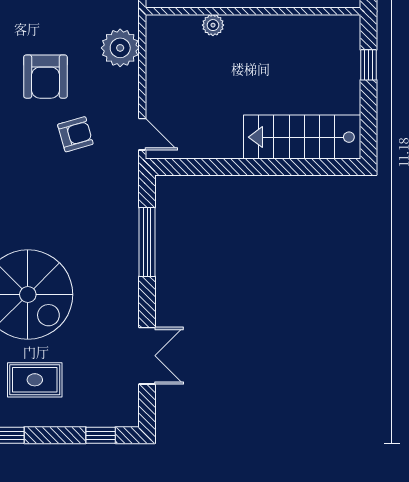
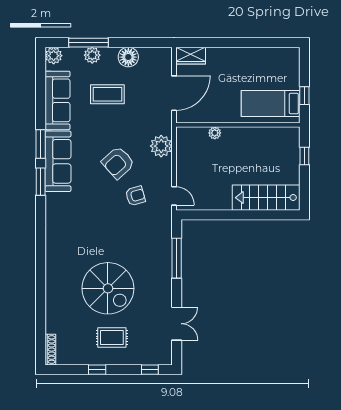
armchair: (45, 77) -> (118, 163), turned 48

